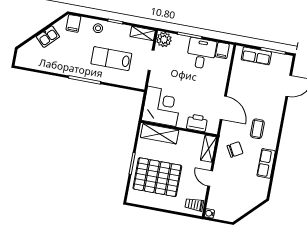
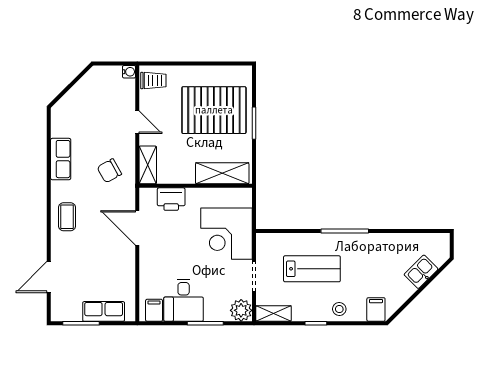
kitchen sink: (48, 37) -> (421, 272), moved
corner desk: (162, 106) -> (227, 234), moved
coffee table: (257, 129) -> (67, 217), moved

